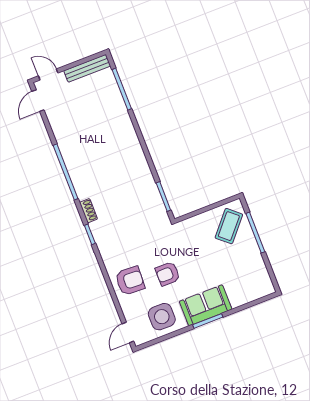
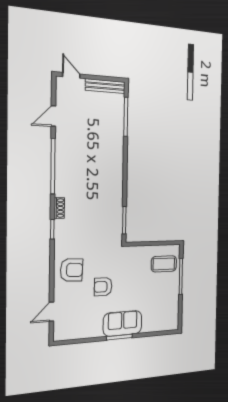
door: (38, 101) -> (53, 116), moved
coffee table: (229, 226) -> (164, 264), turned 49
armchair: (130, 281) -> (72, 270), moved
side table: (162, 317) -> (85, 322), removed
door: (128, 333) -> (51, 312), moved

